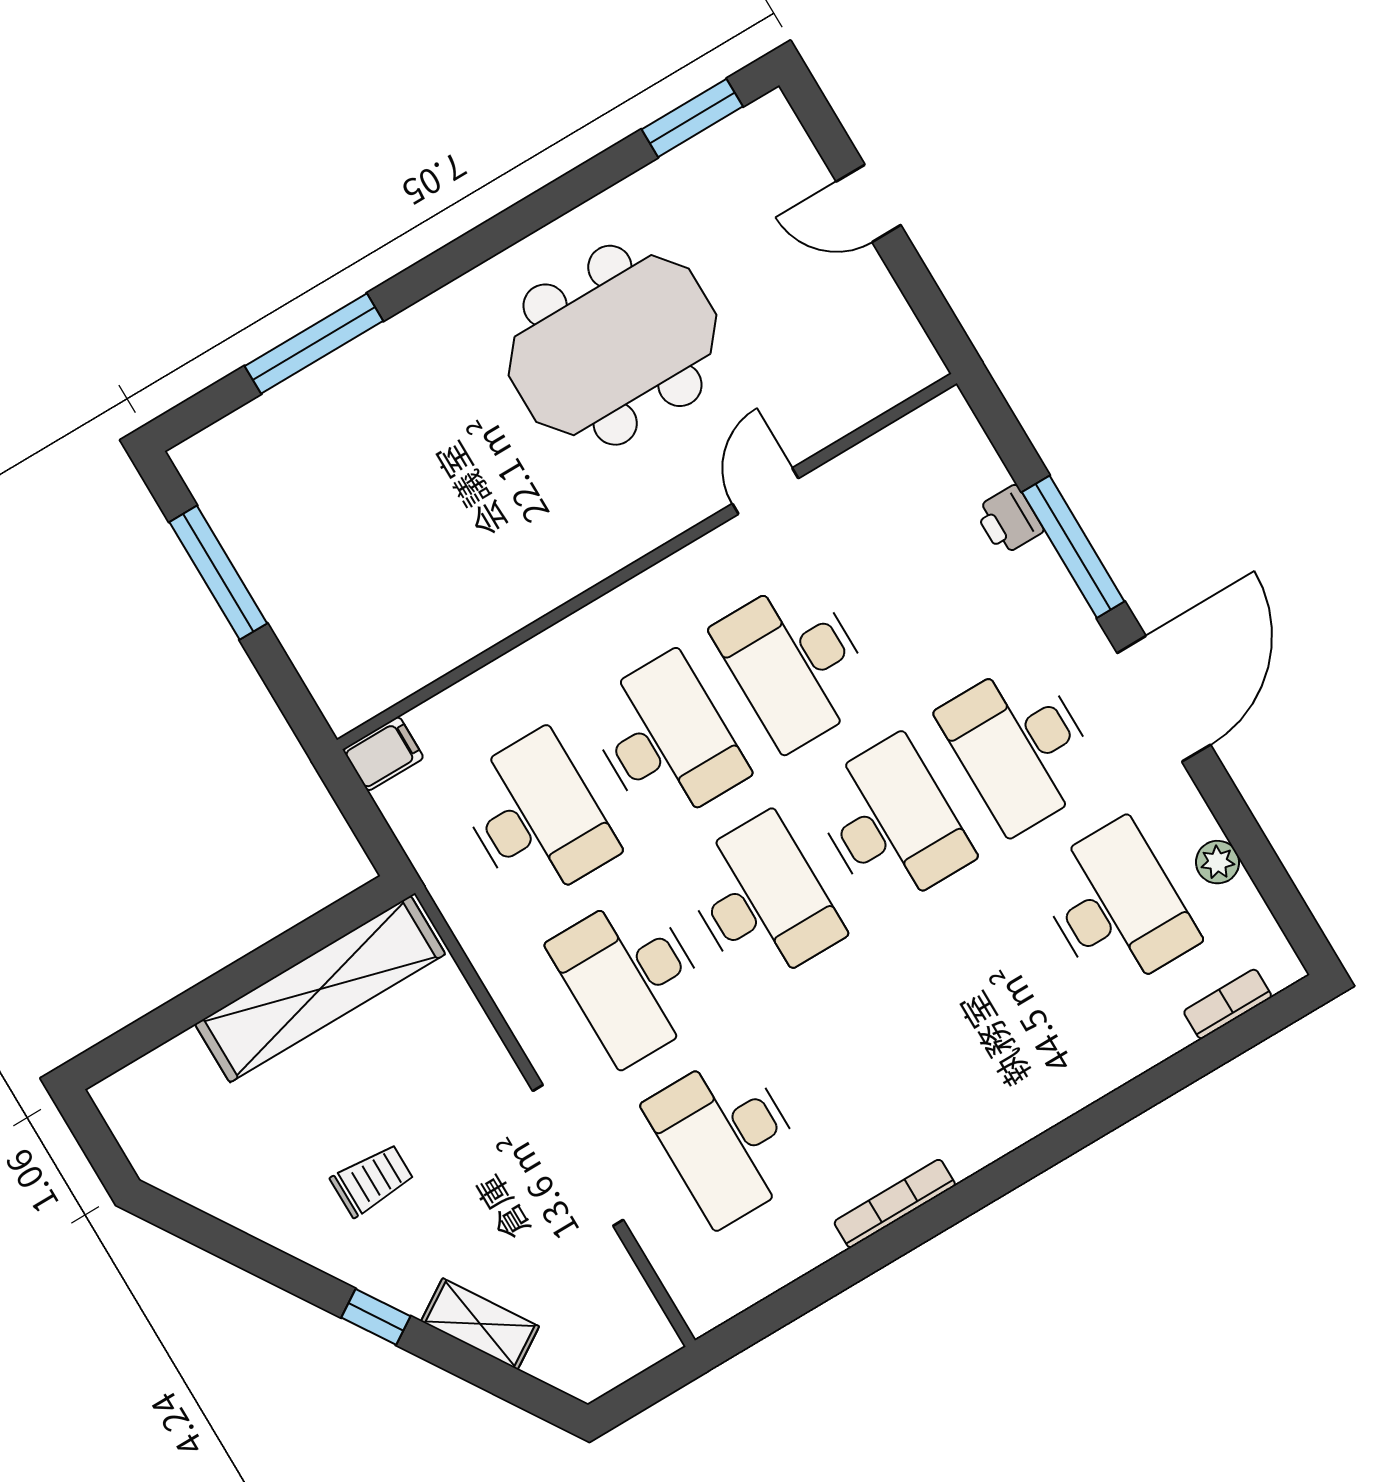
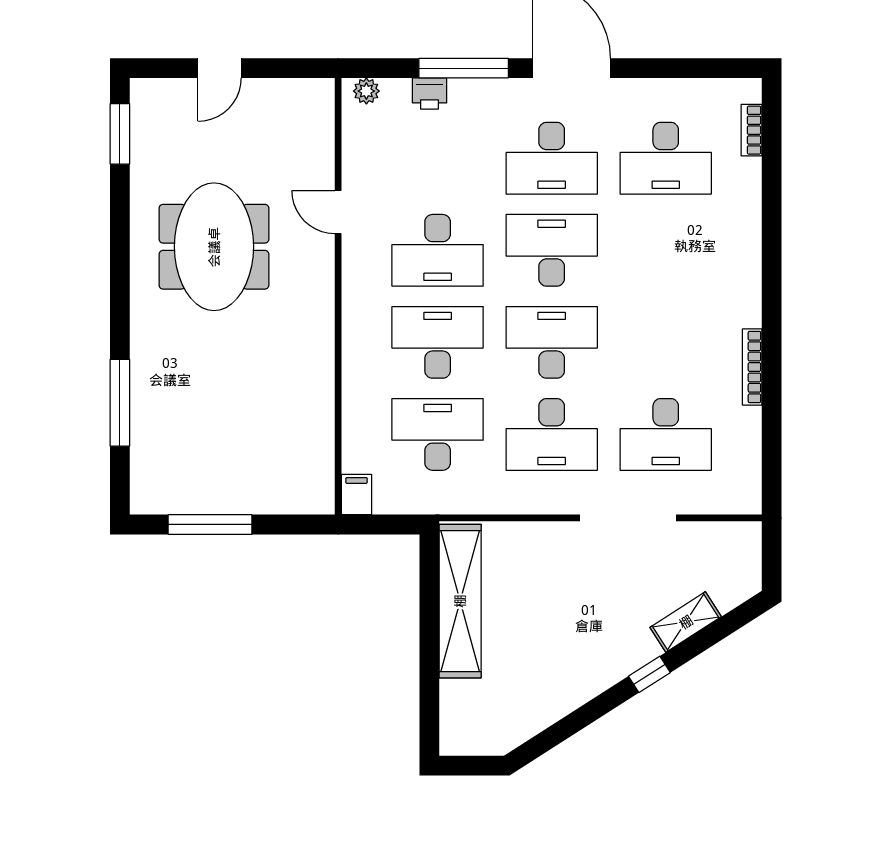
plant: (1218, 862) -> (366, 91), moved
desk: (1116, 907) -> (666, 158), turned 180
trolley: (372, 1180) -> (577, 634), removed

